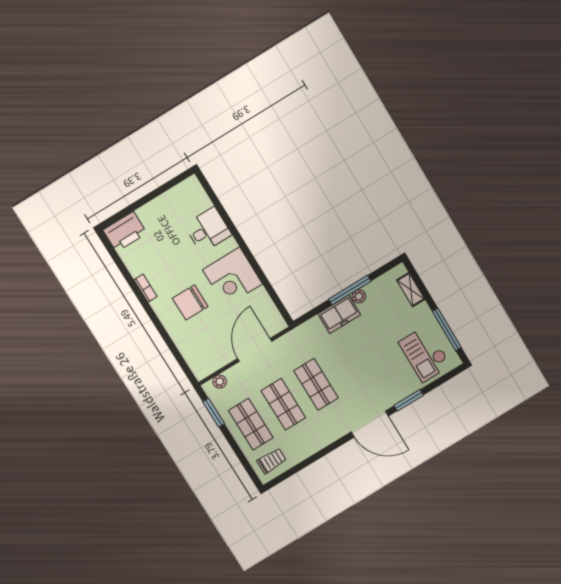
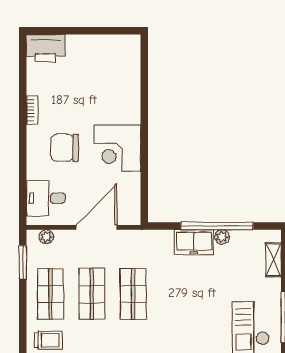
desk: (208, 230) -> (46, 198), moved, turned 180
window: (350, 290) -> (217, 226), width x1.46

